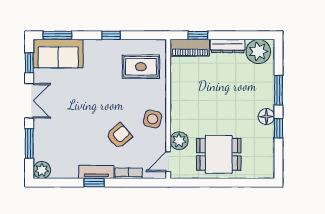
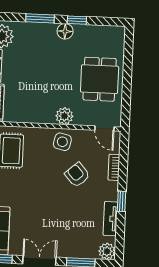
plant: (179, 141) -> (64, 116), moved
tv unit: (96, 172) -> (110, 219), moved

